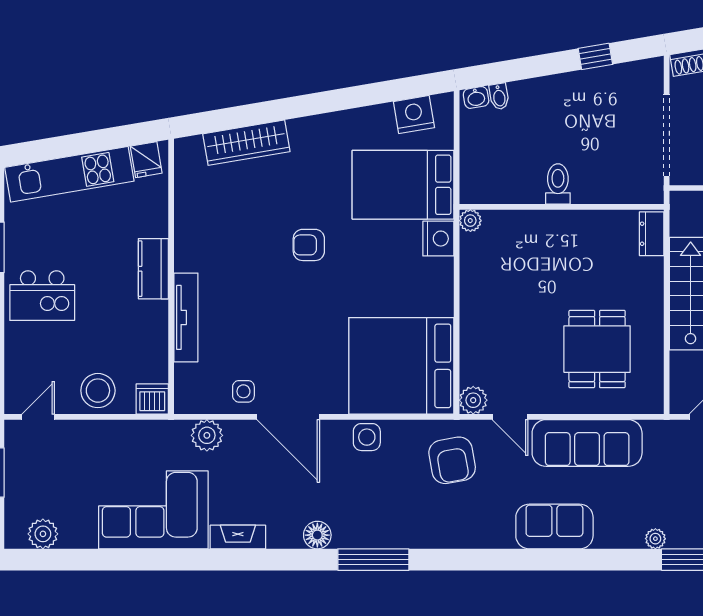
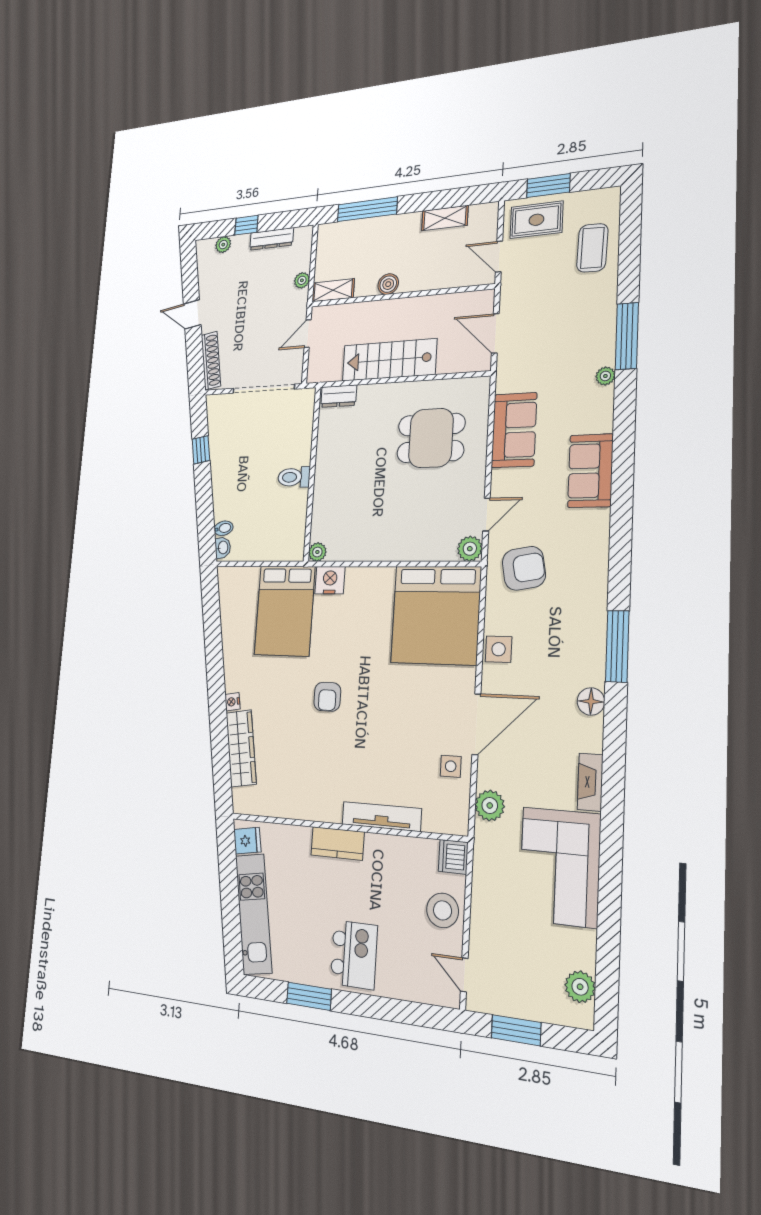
nightstand: (414, 115) -> (232, 702), moved, width x0.53, depth x0.56
sofa: (587, 443) -> (514, 430), width x0.73

